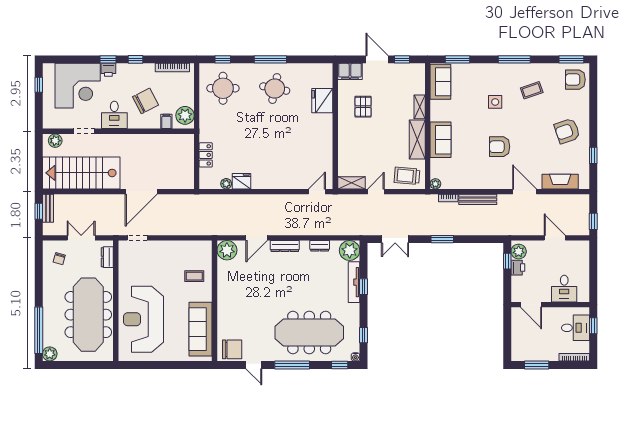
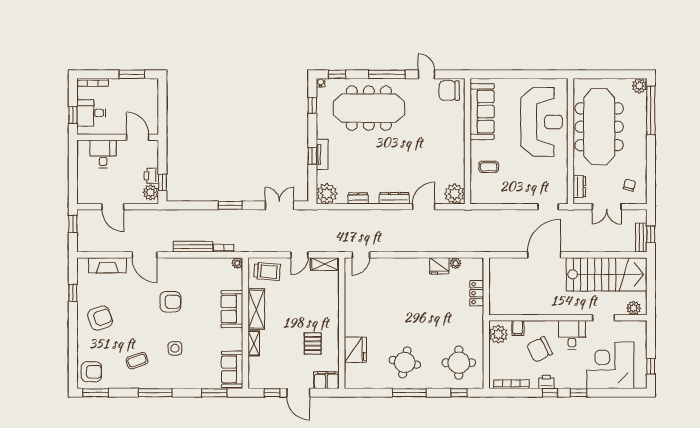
printer: (108, 70) -> (546, 382), moved
tv unit: (354, 282) -> (322, 154), width x0.71

